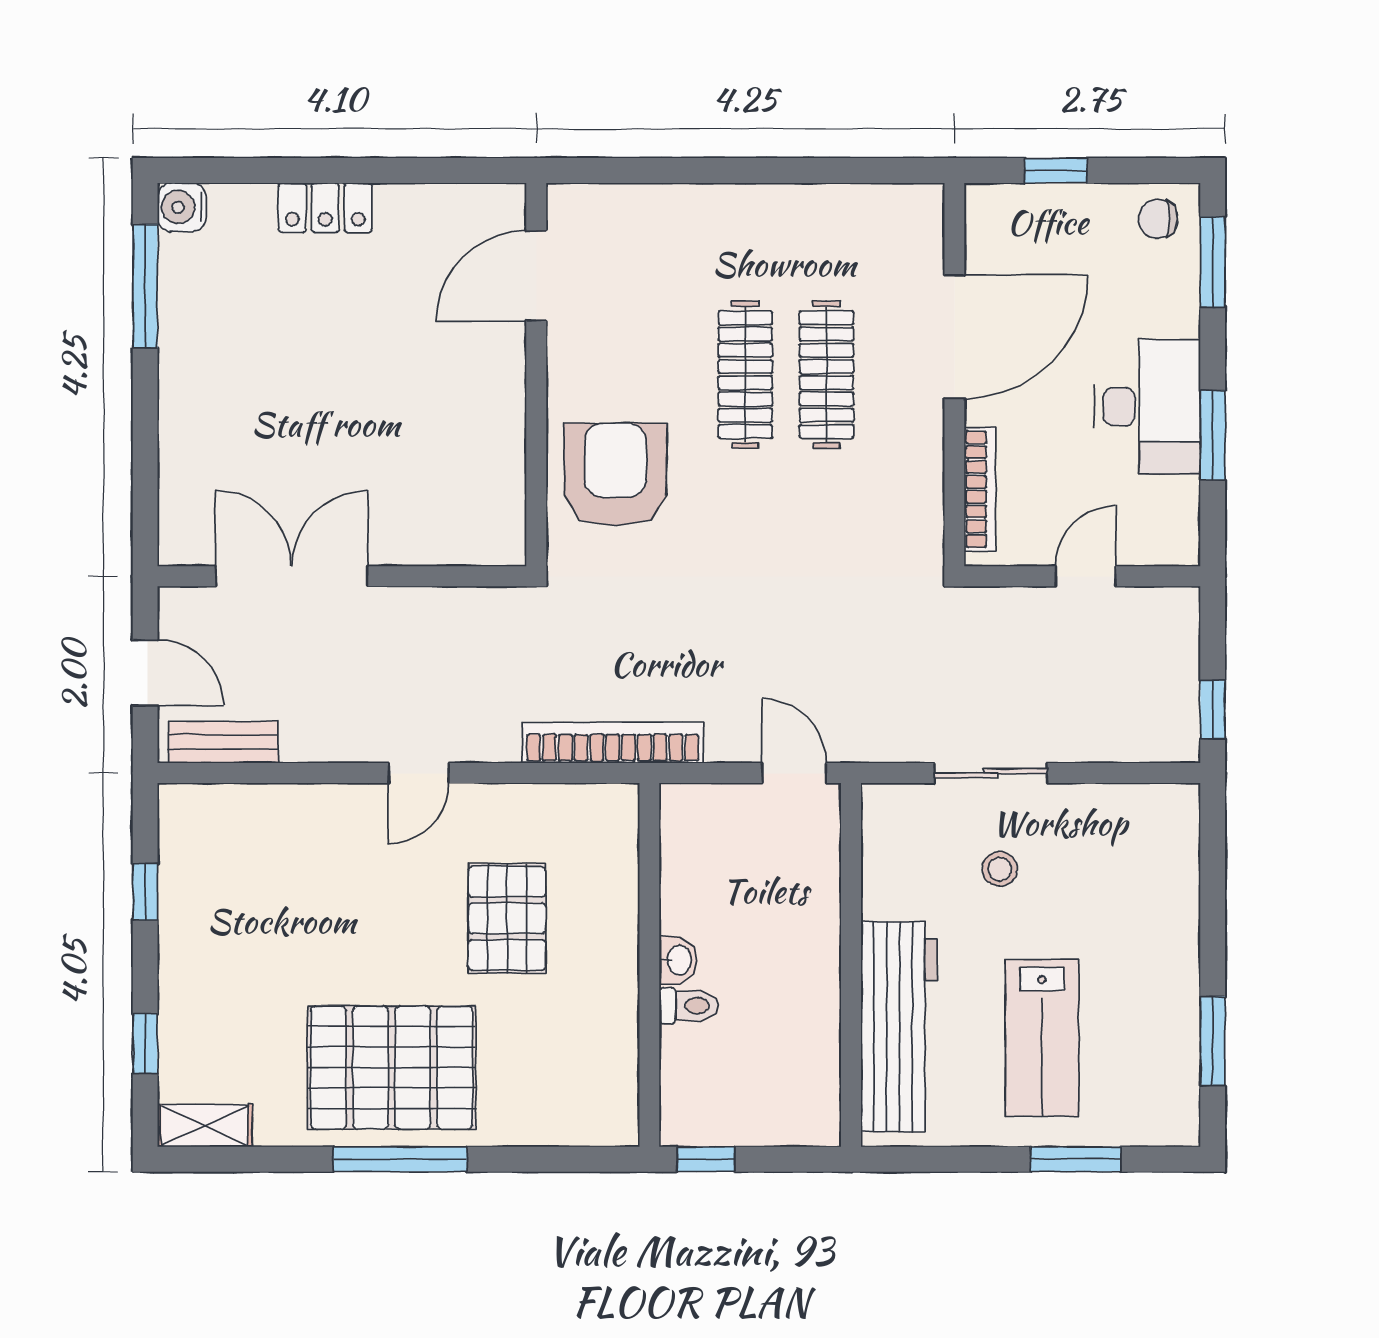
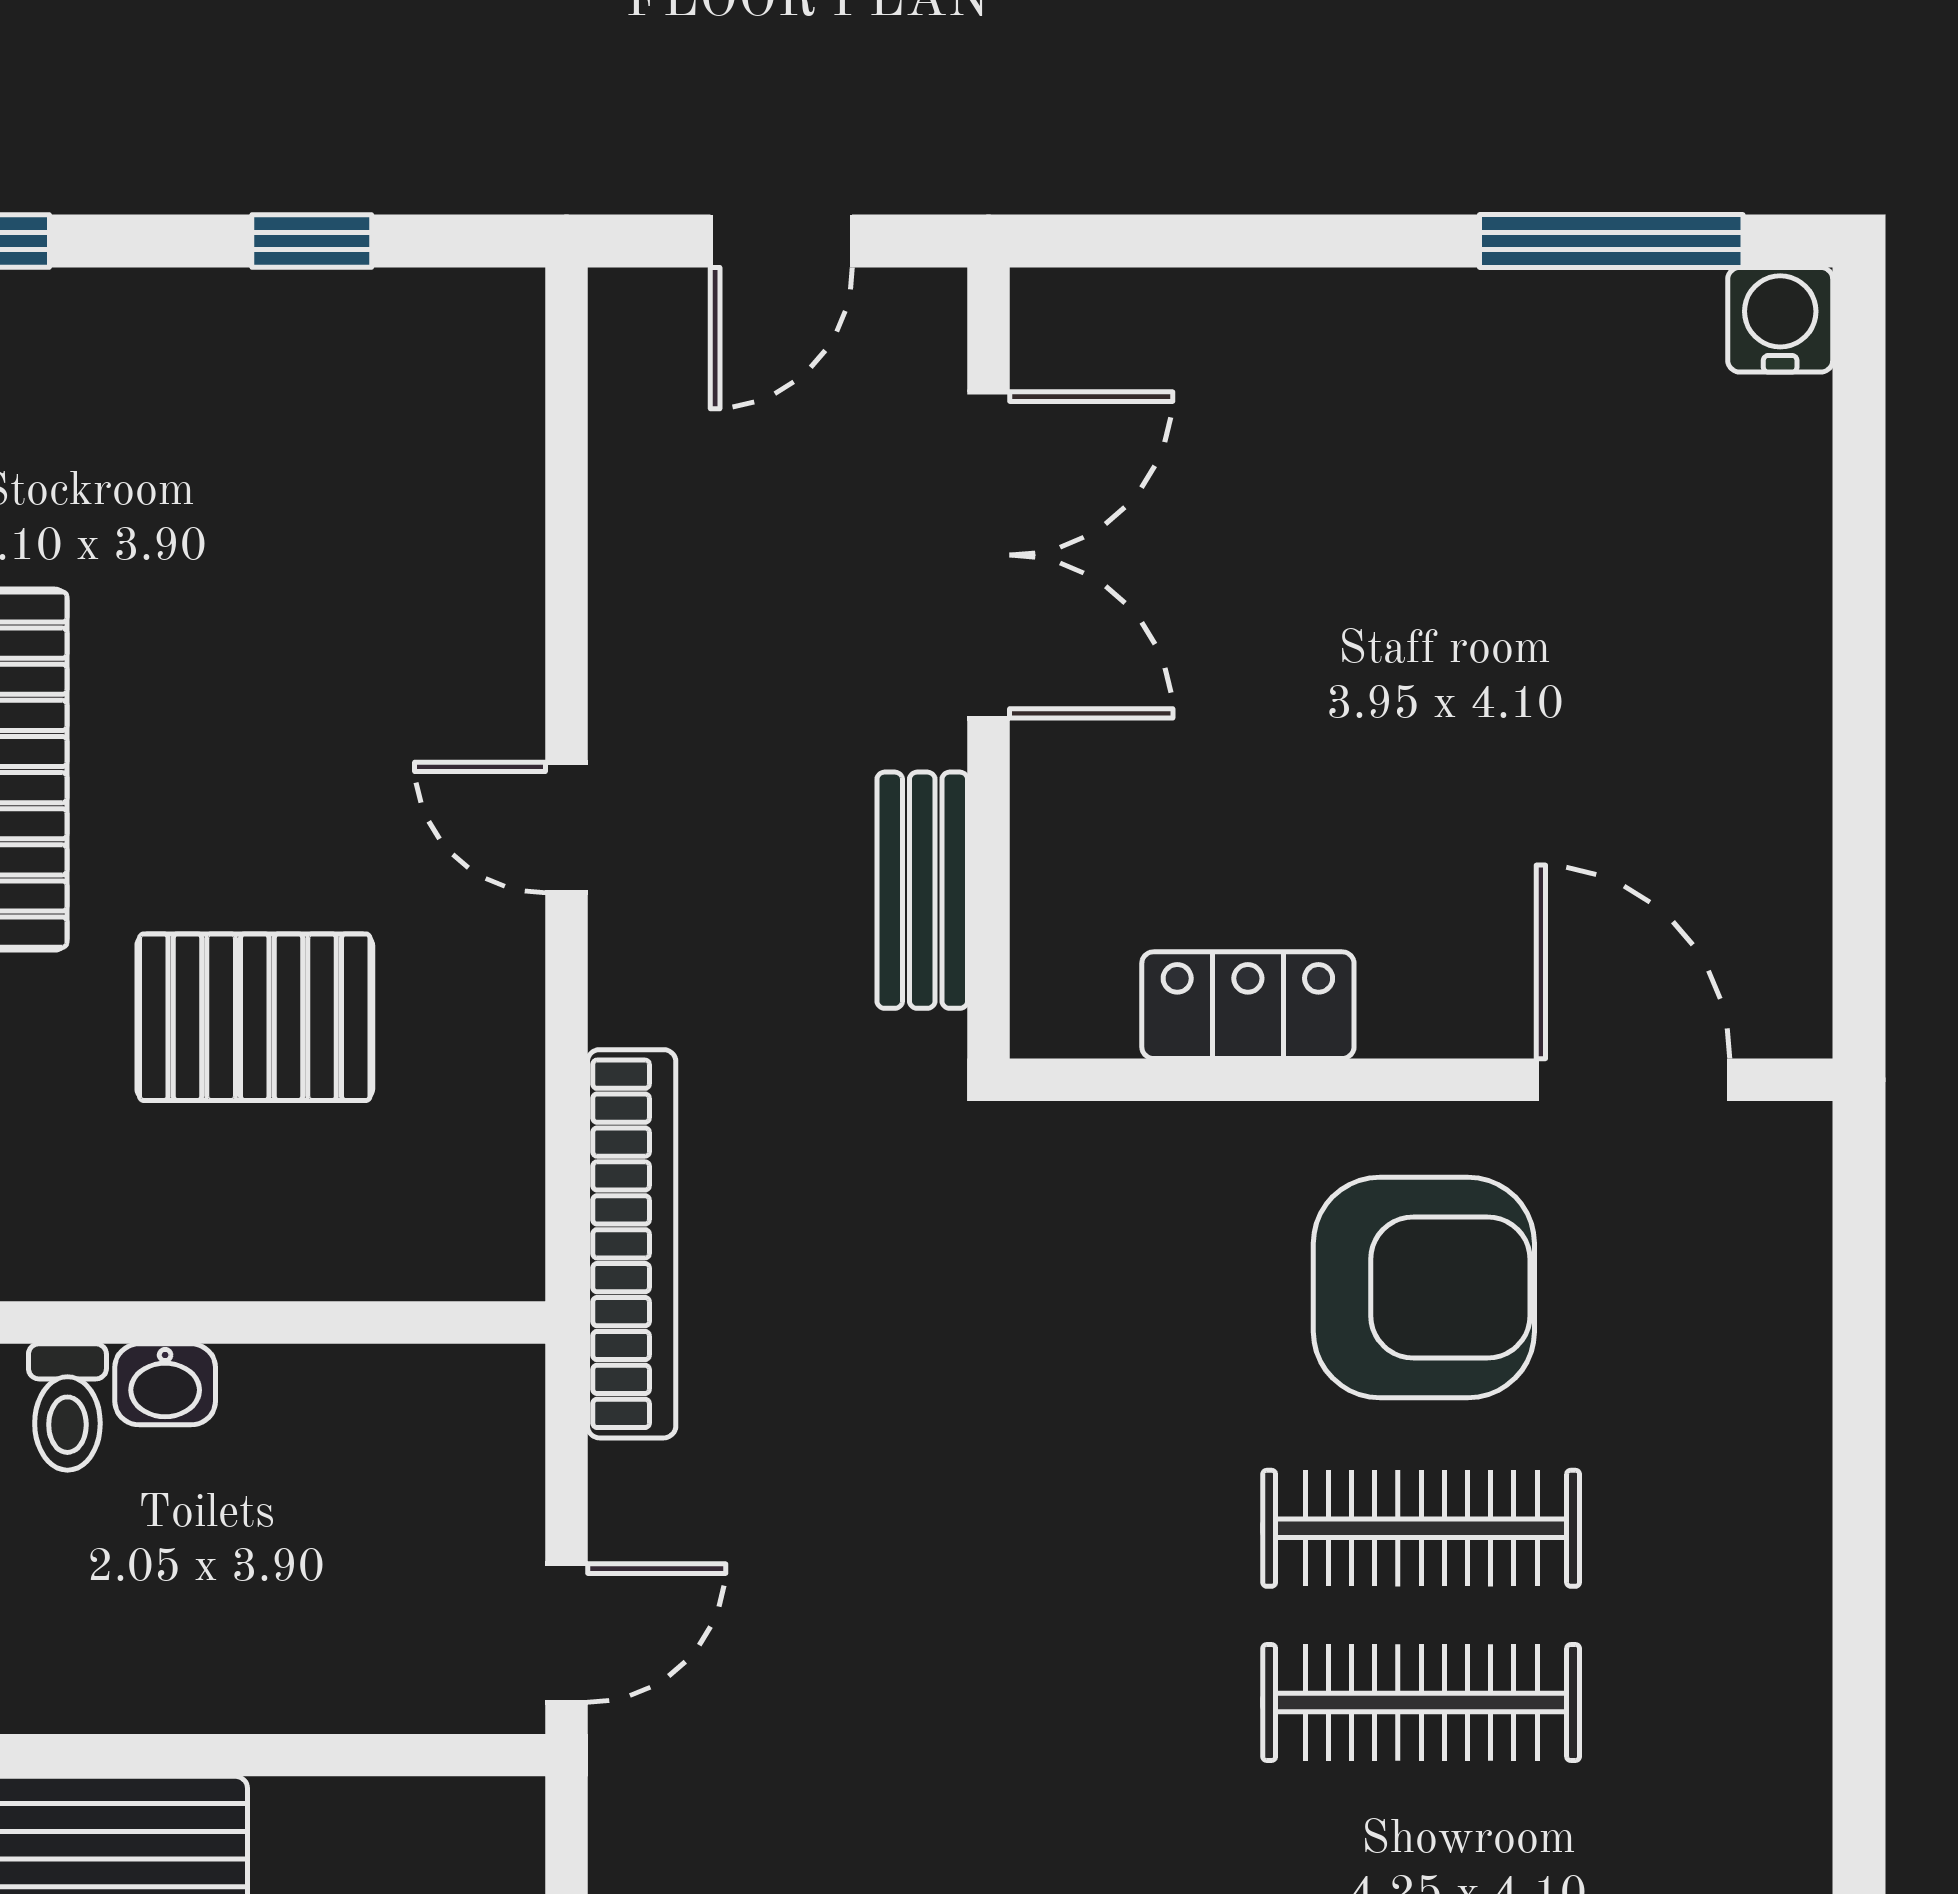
locker: (325, 208) -> (1248, 1005), moved, turned 90
armchair: (615, 475) -> (1424, 1287), moved
bench: (223, 742) -> (922, 890), moved

